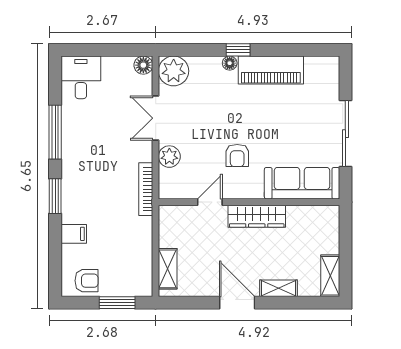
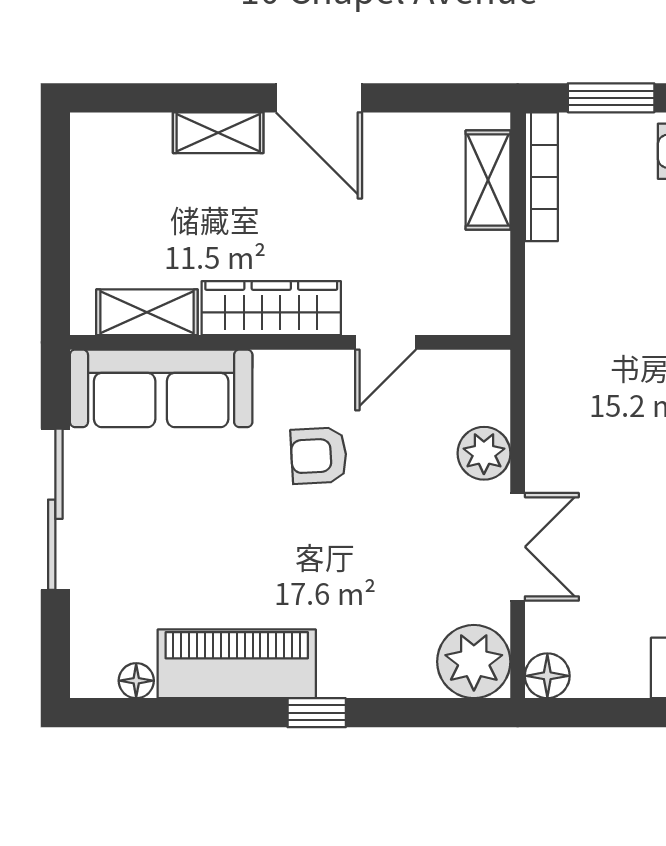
floor lamp: (230, 63) -> (136, 681), moved
armchair: (237, 156) -> (319, 456), turned -93
bookcase: (146, 189) -> (541, 177), moved
shelving: (330, 276) -> (147, 312), moved, turned 90

